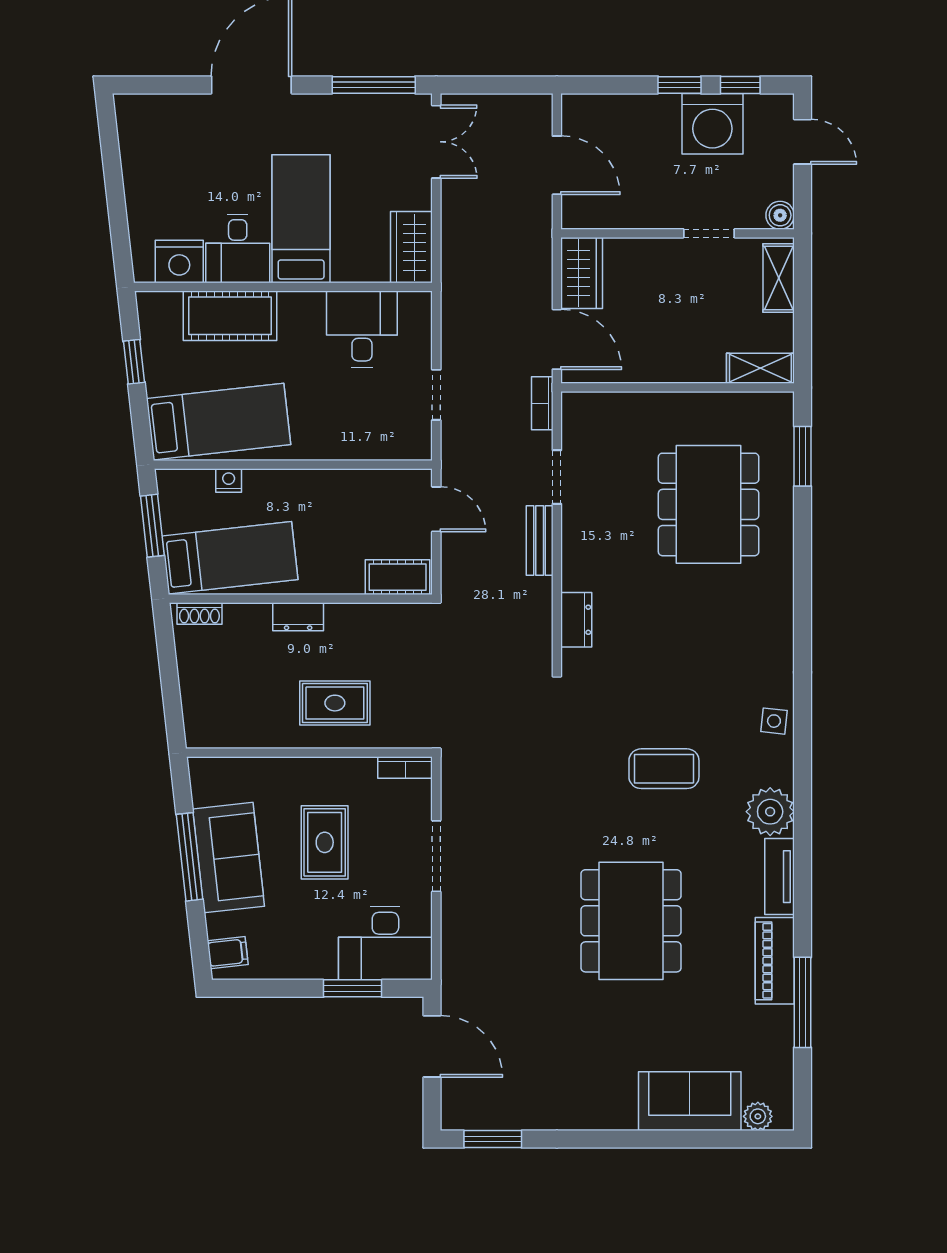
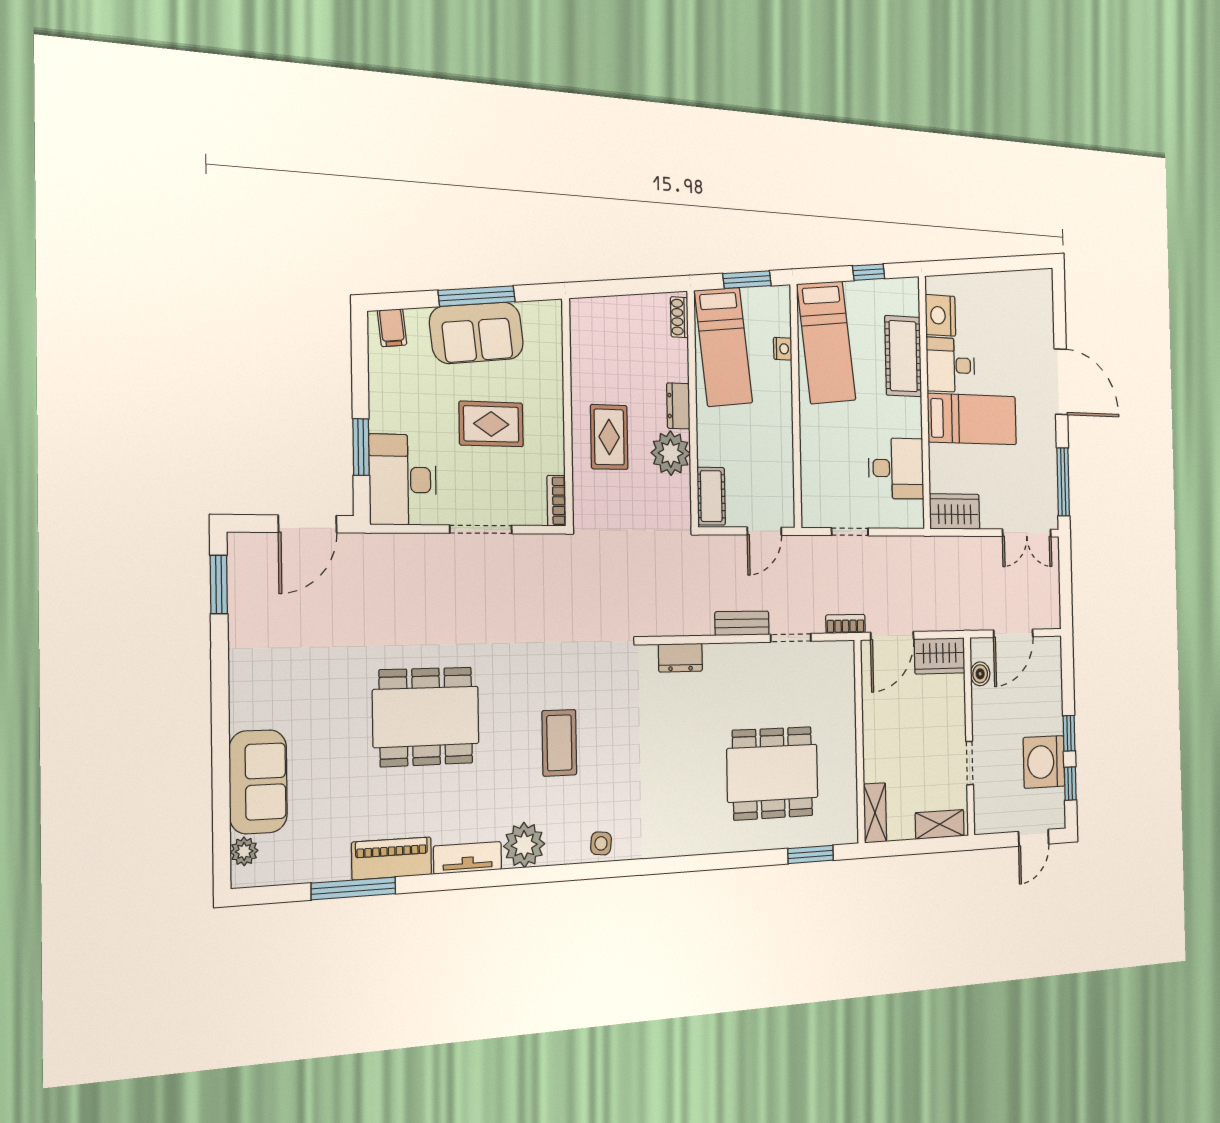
boiler: (780, 215) -> (980, 674), moved
plant: (351, 627) -> (671, 453), added

